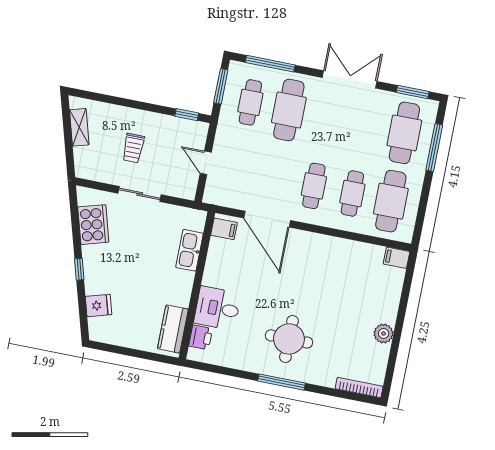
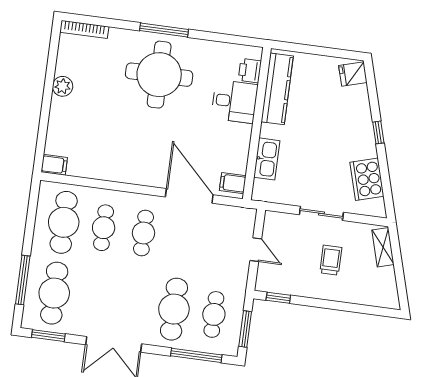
shelving: (79, 127) -> (383, 247), moved
fridge: (99, 305) -> (353, 74), moved
kitchen counter: (173, 329) -> (277, 89), width x1.50
round table: (289, 339) -> (159, 75), width x1.36, depth x1.36

